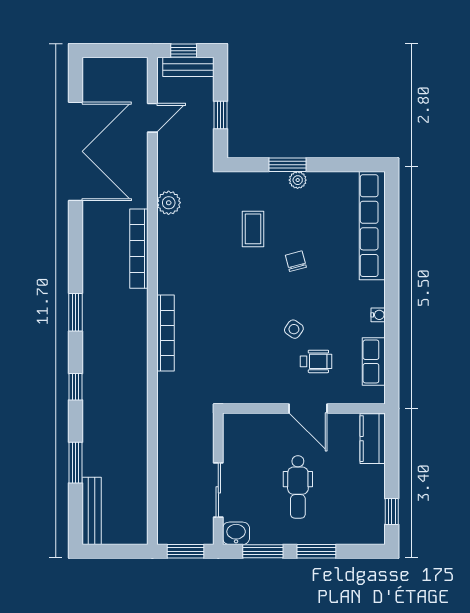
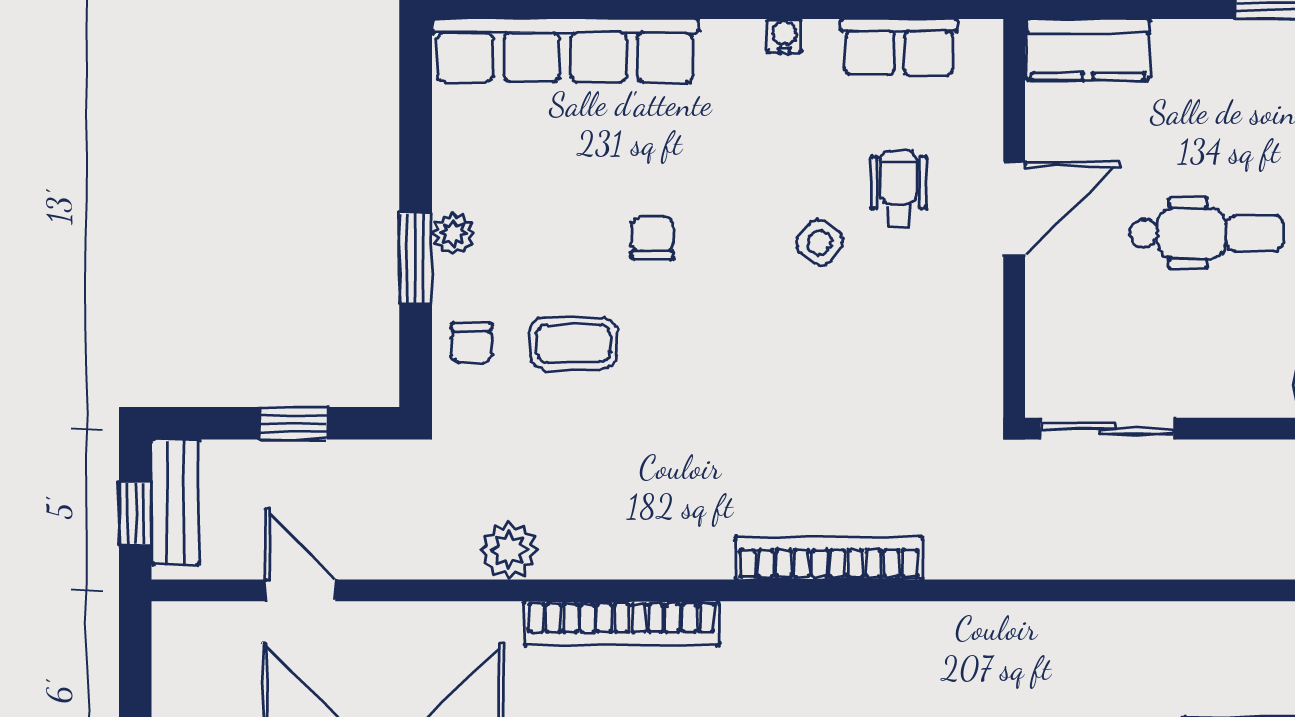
chair: (253, 188) -> (472, 343), added
chair: (296, 261) -> (652, 238), turned 105
sliding door: (218, 490) -> (1107, 429), moved

